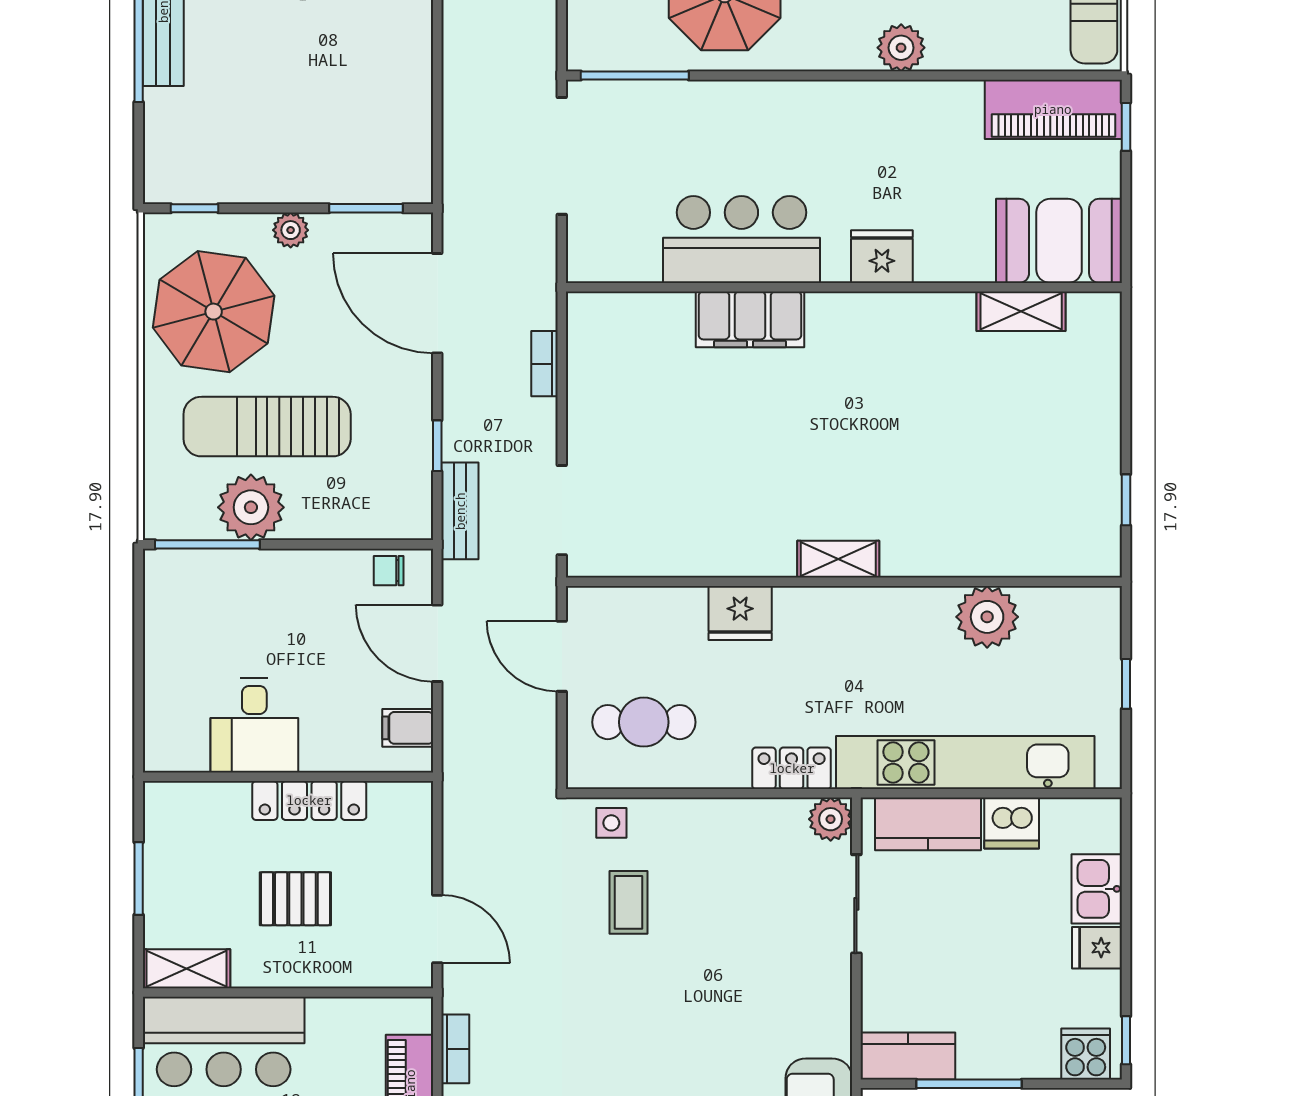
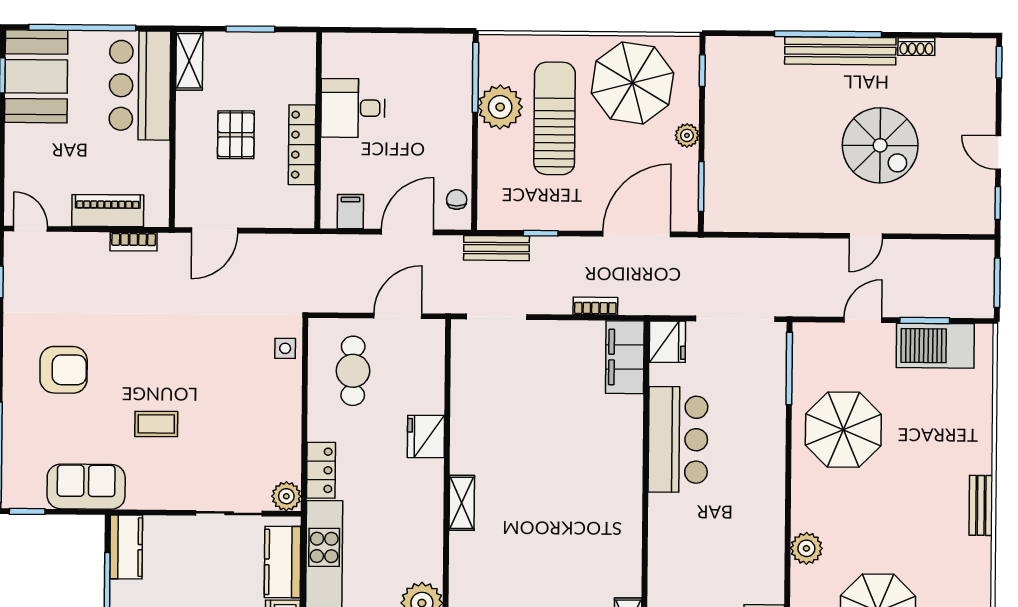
fridge: (882, 257) -> (667, 342), moved
filing cabinet: (750, 319) -> (625, 357), moved
coffee table: (629, 902) -> (156, 424), moved

